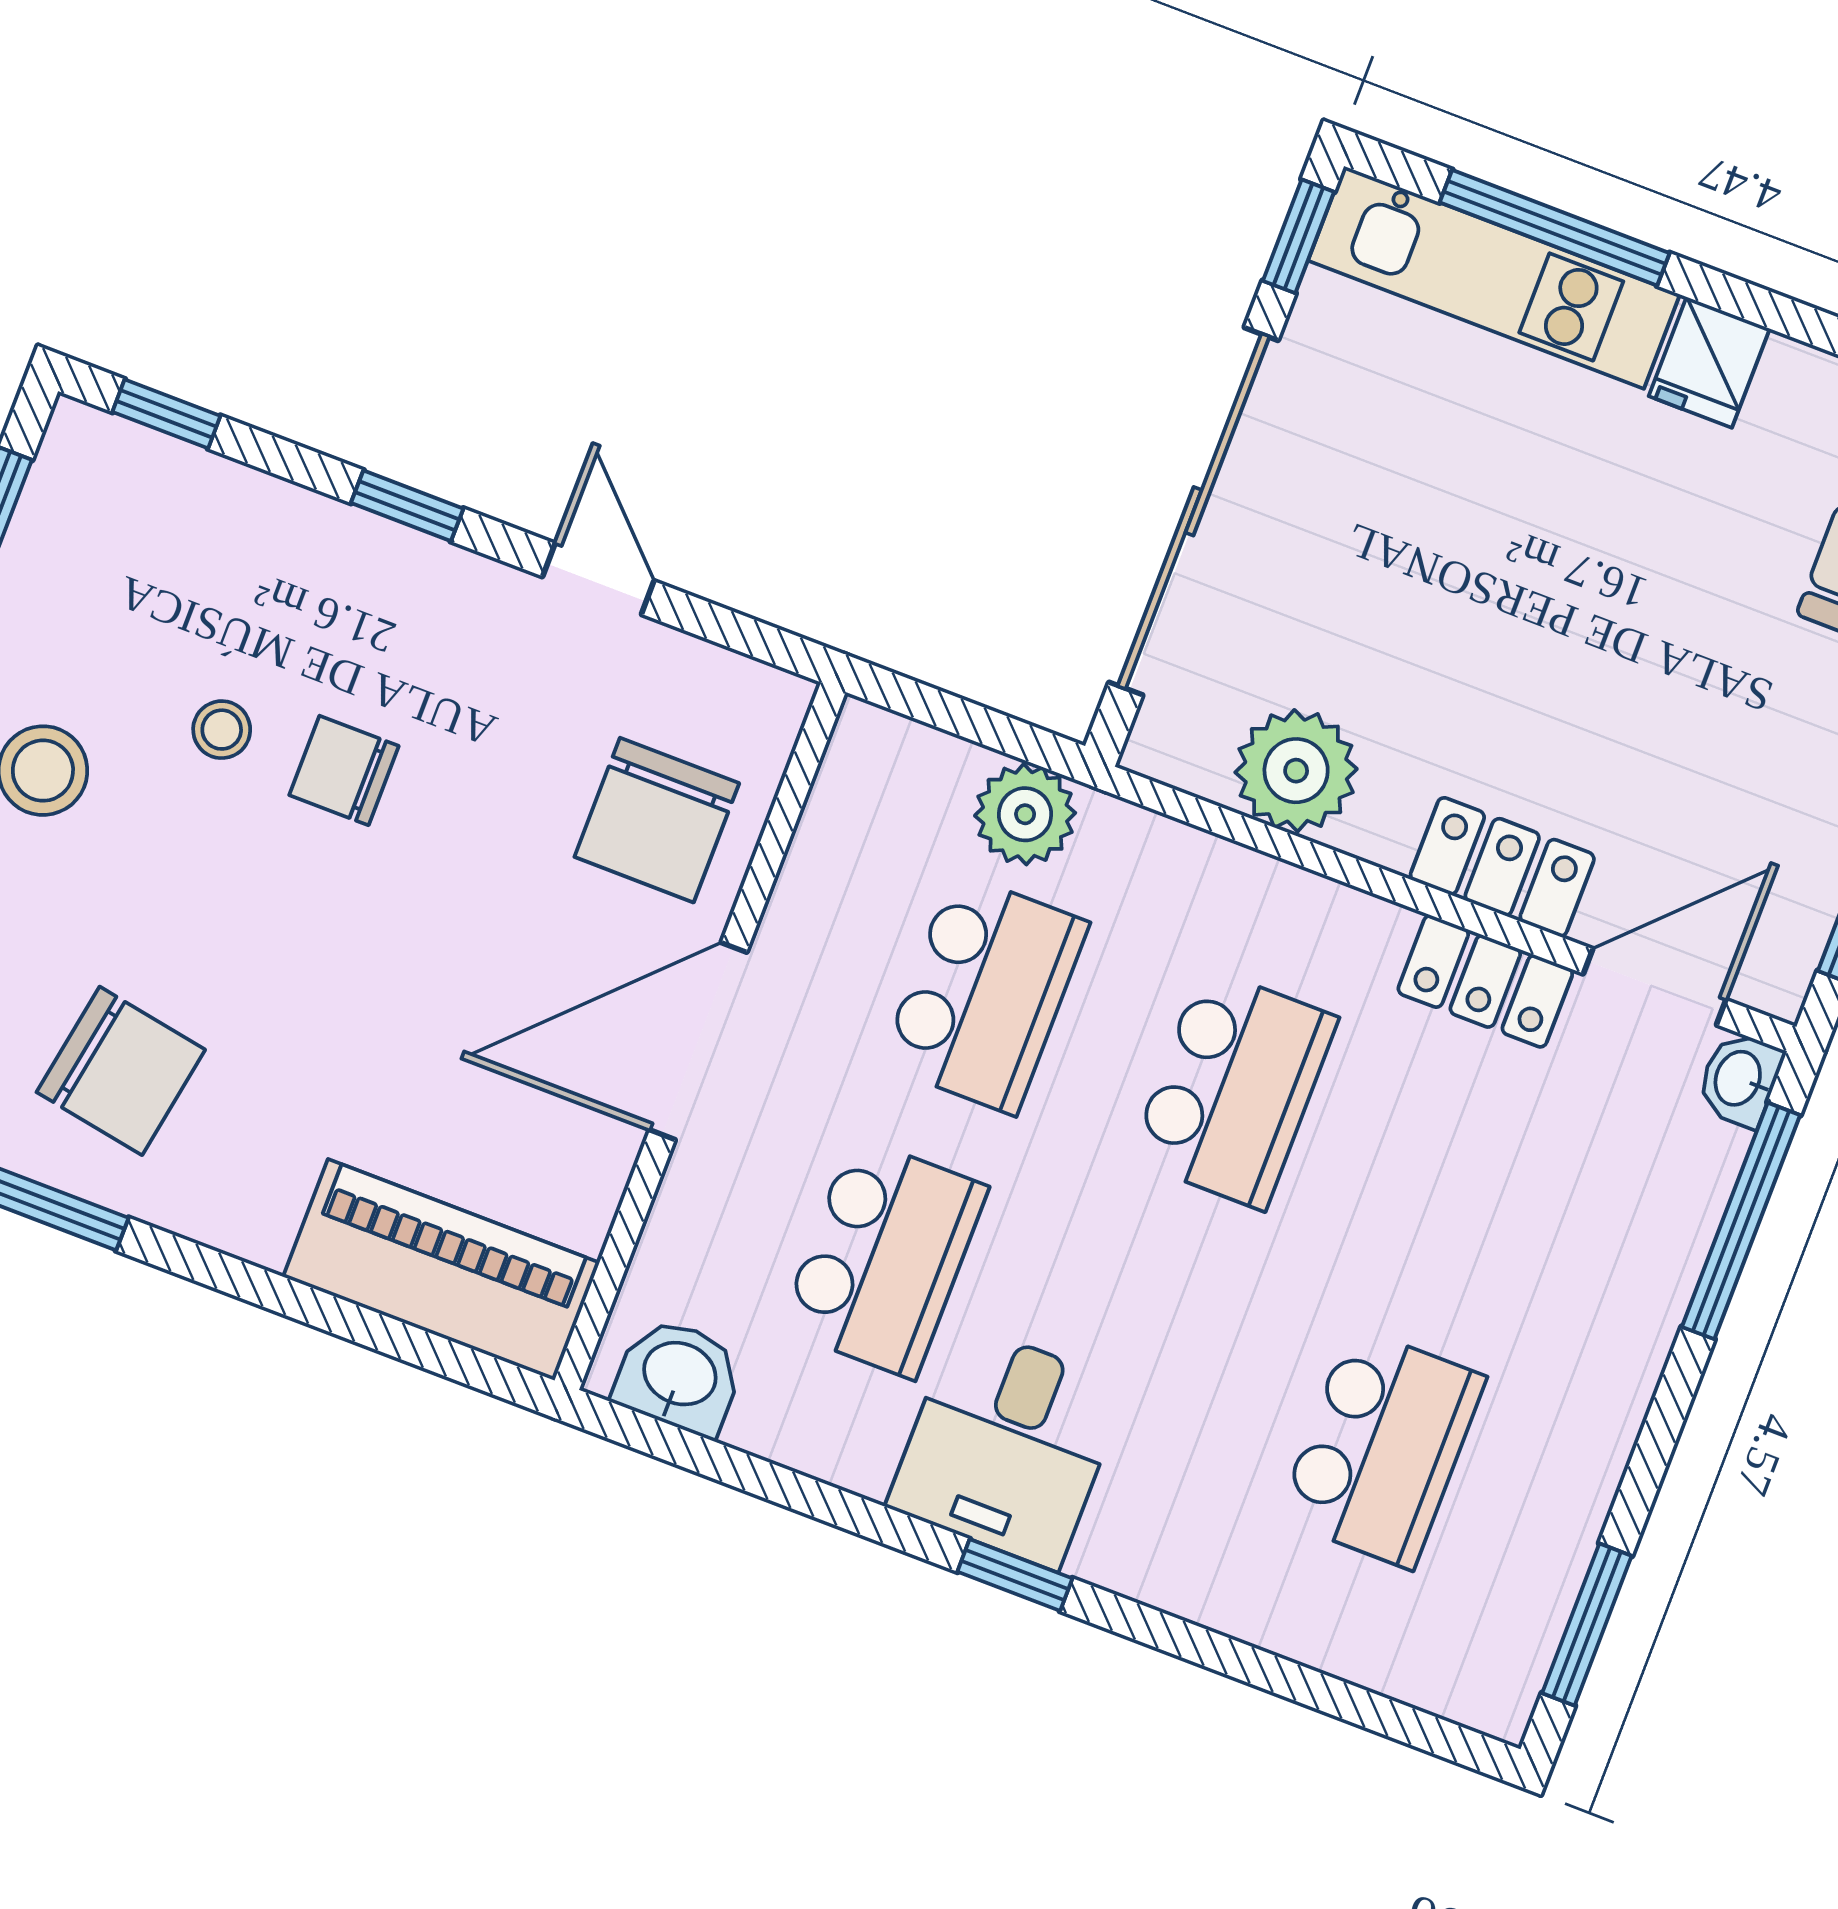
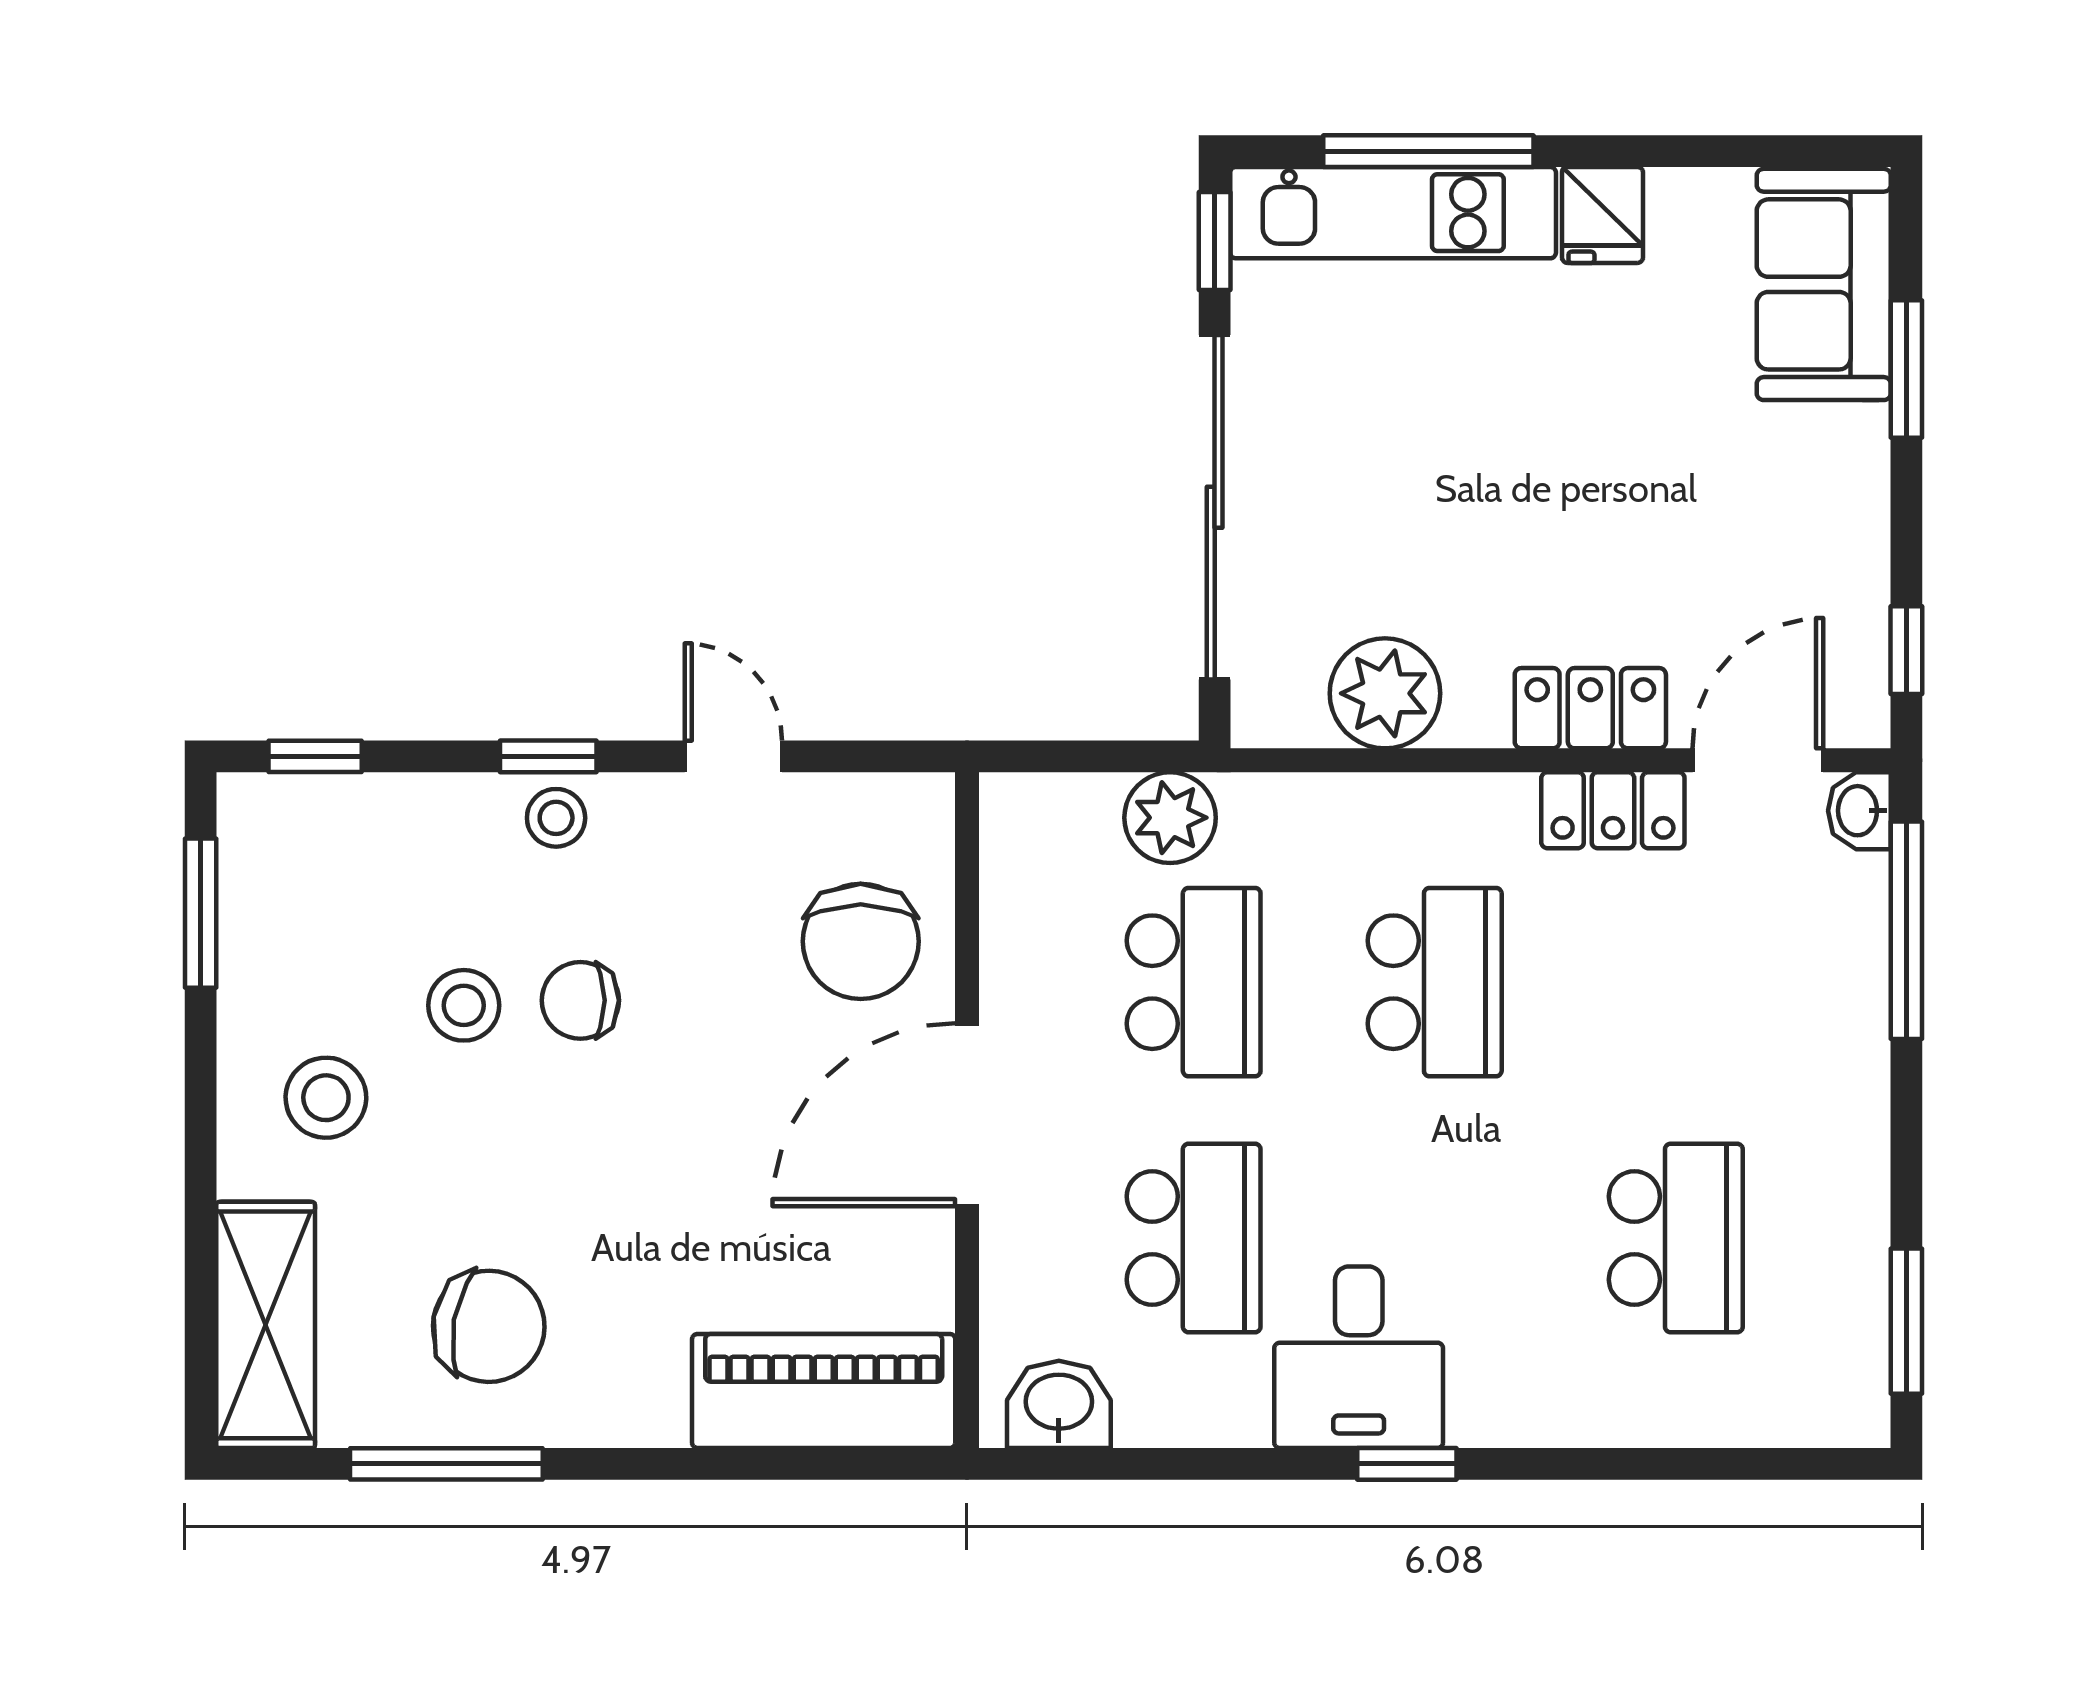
stool: (391, 572) -> (556, 818), added
stool: (222, 730) -> (464, 1005), width x1.37, depth x1.37

